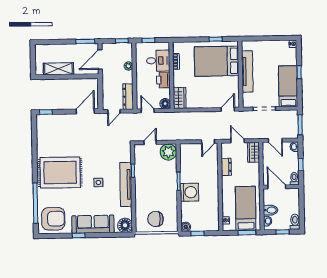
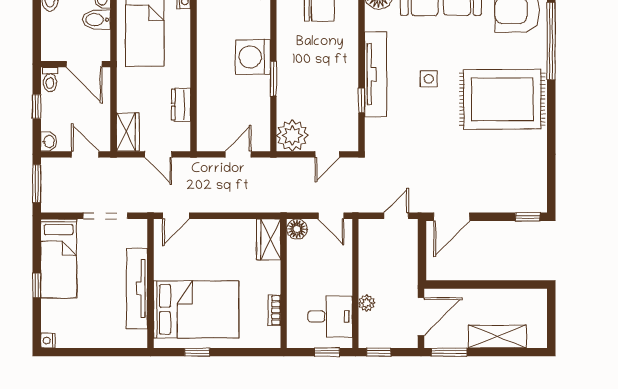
desk: (158, 61) -> (330, 316), moved, turned 180
shelving: (58, 69) -> (497, 336), moved
printer: (163, 80) -> (299, 275), removed
dresser: (128, 97) -> (368, 244), removed
door: (208, 142) -> (238, 154), moved

